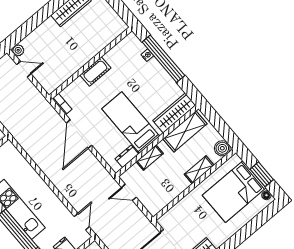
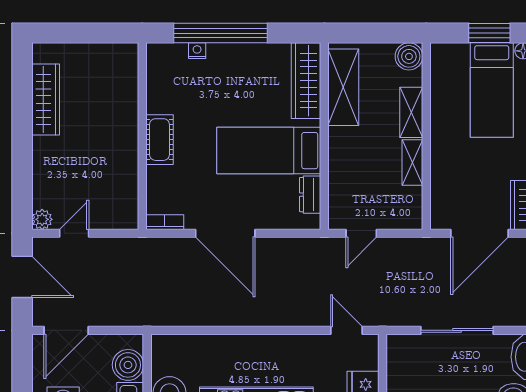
shelving: (150, 158) -> (412, 163), moved
bed: (234, 192) -> (492, 90), width x0.67

